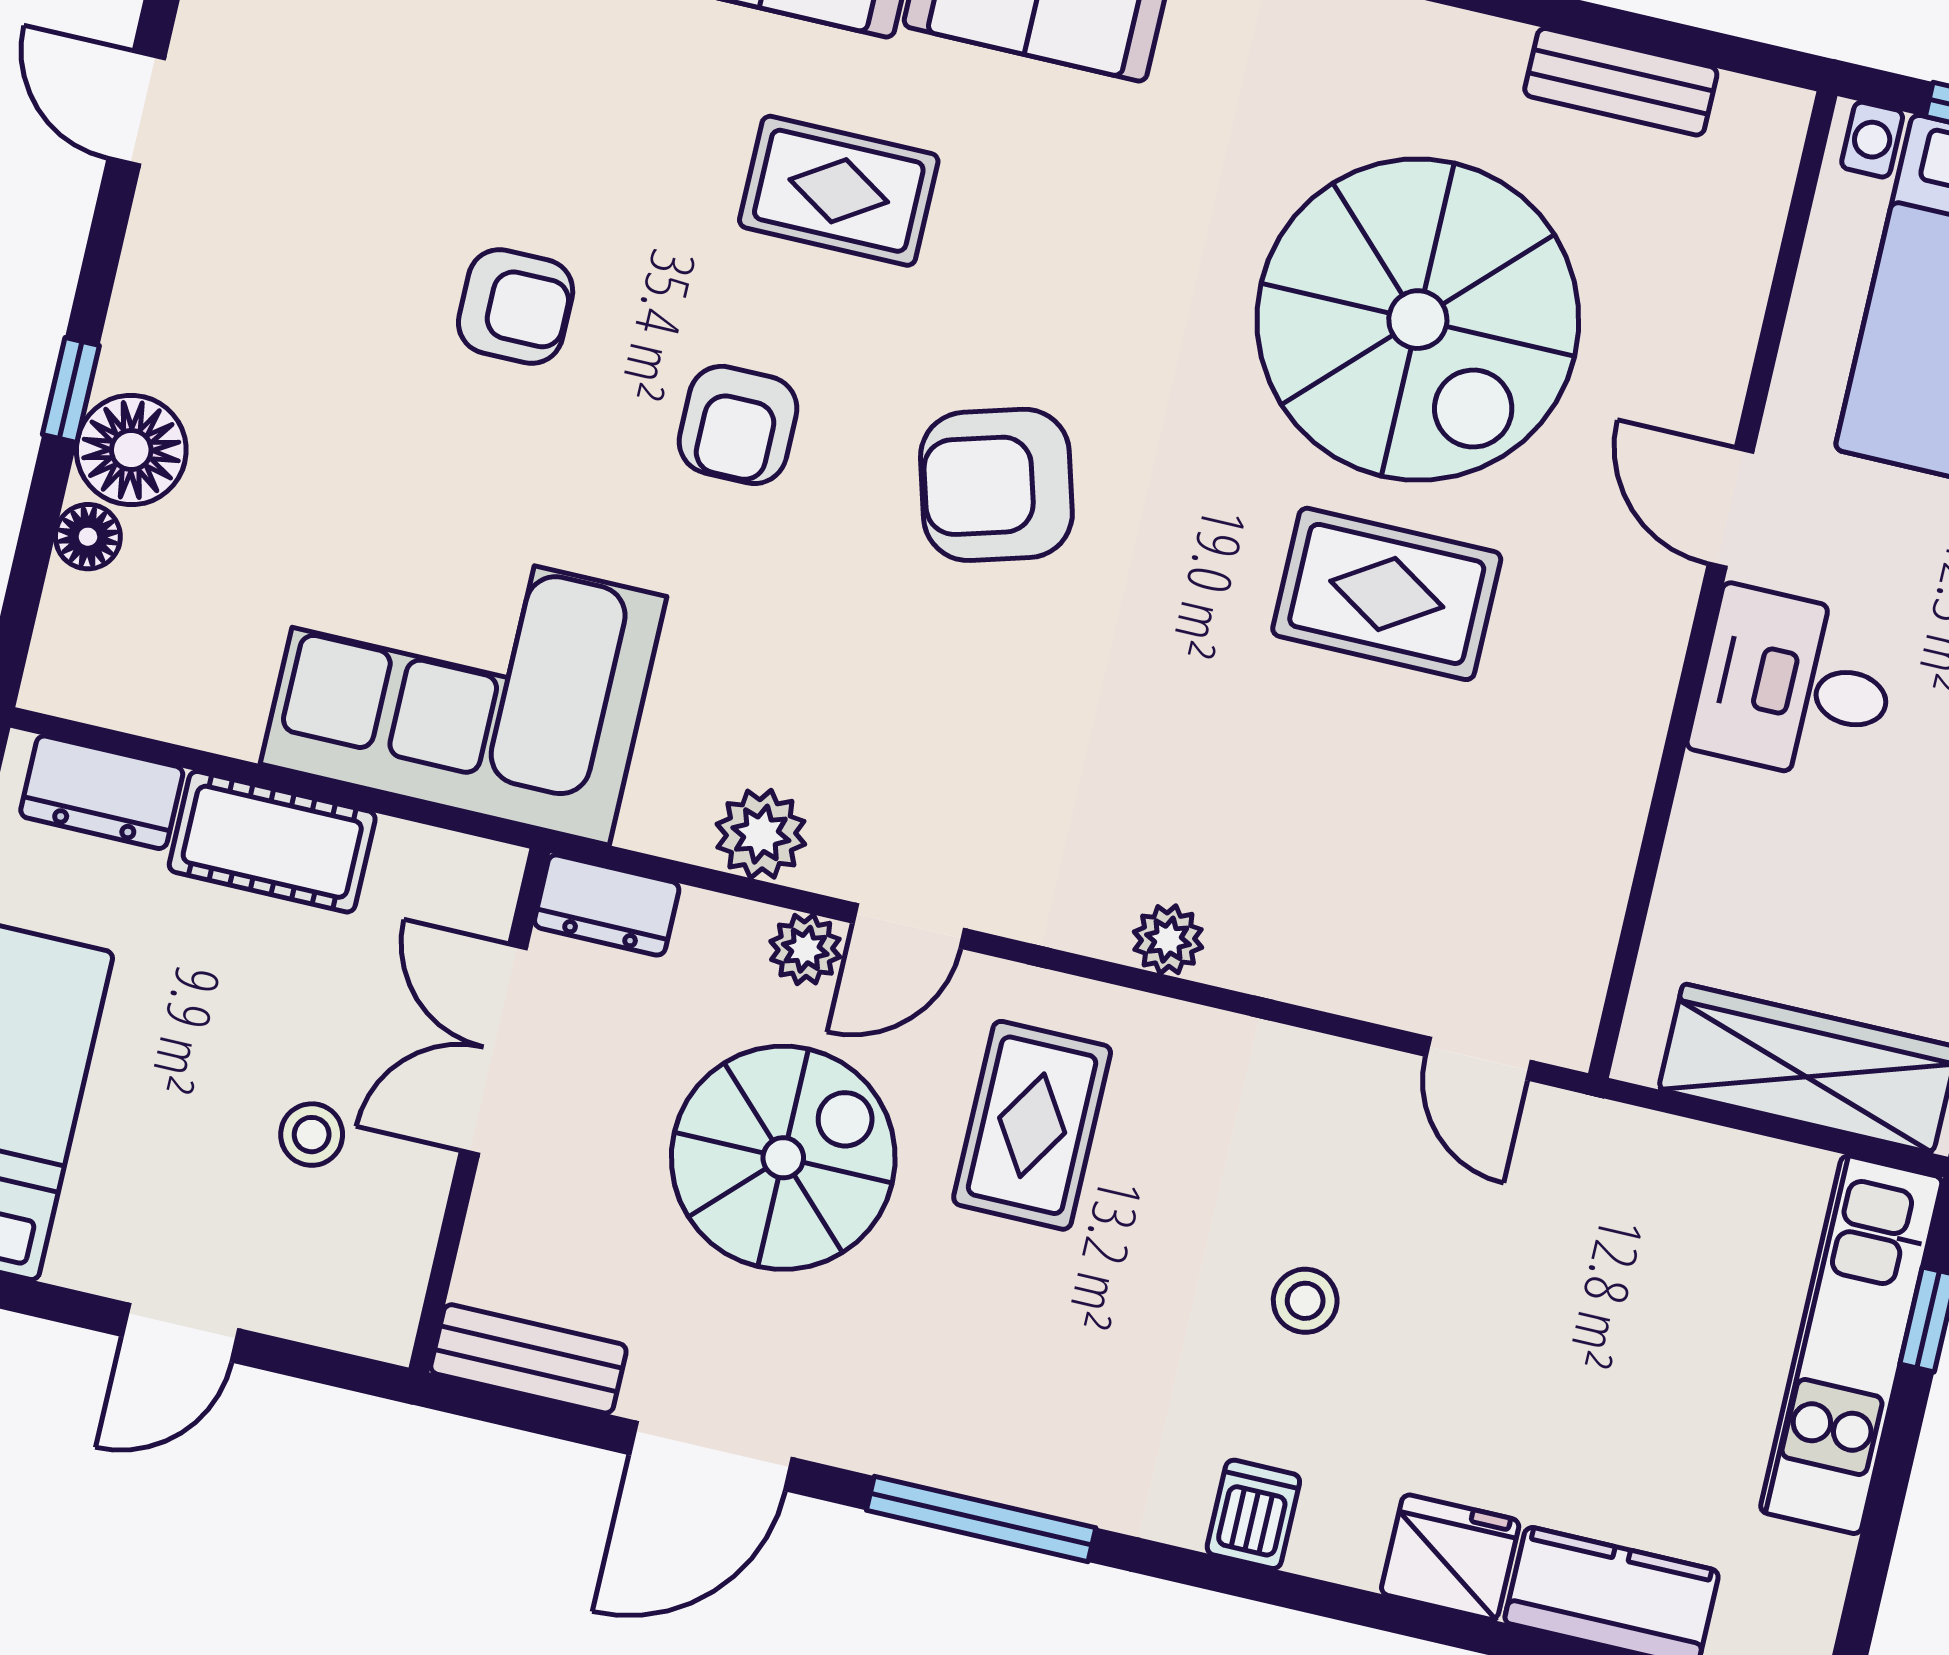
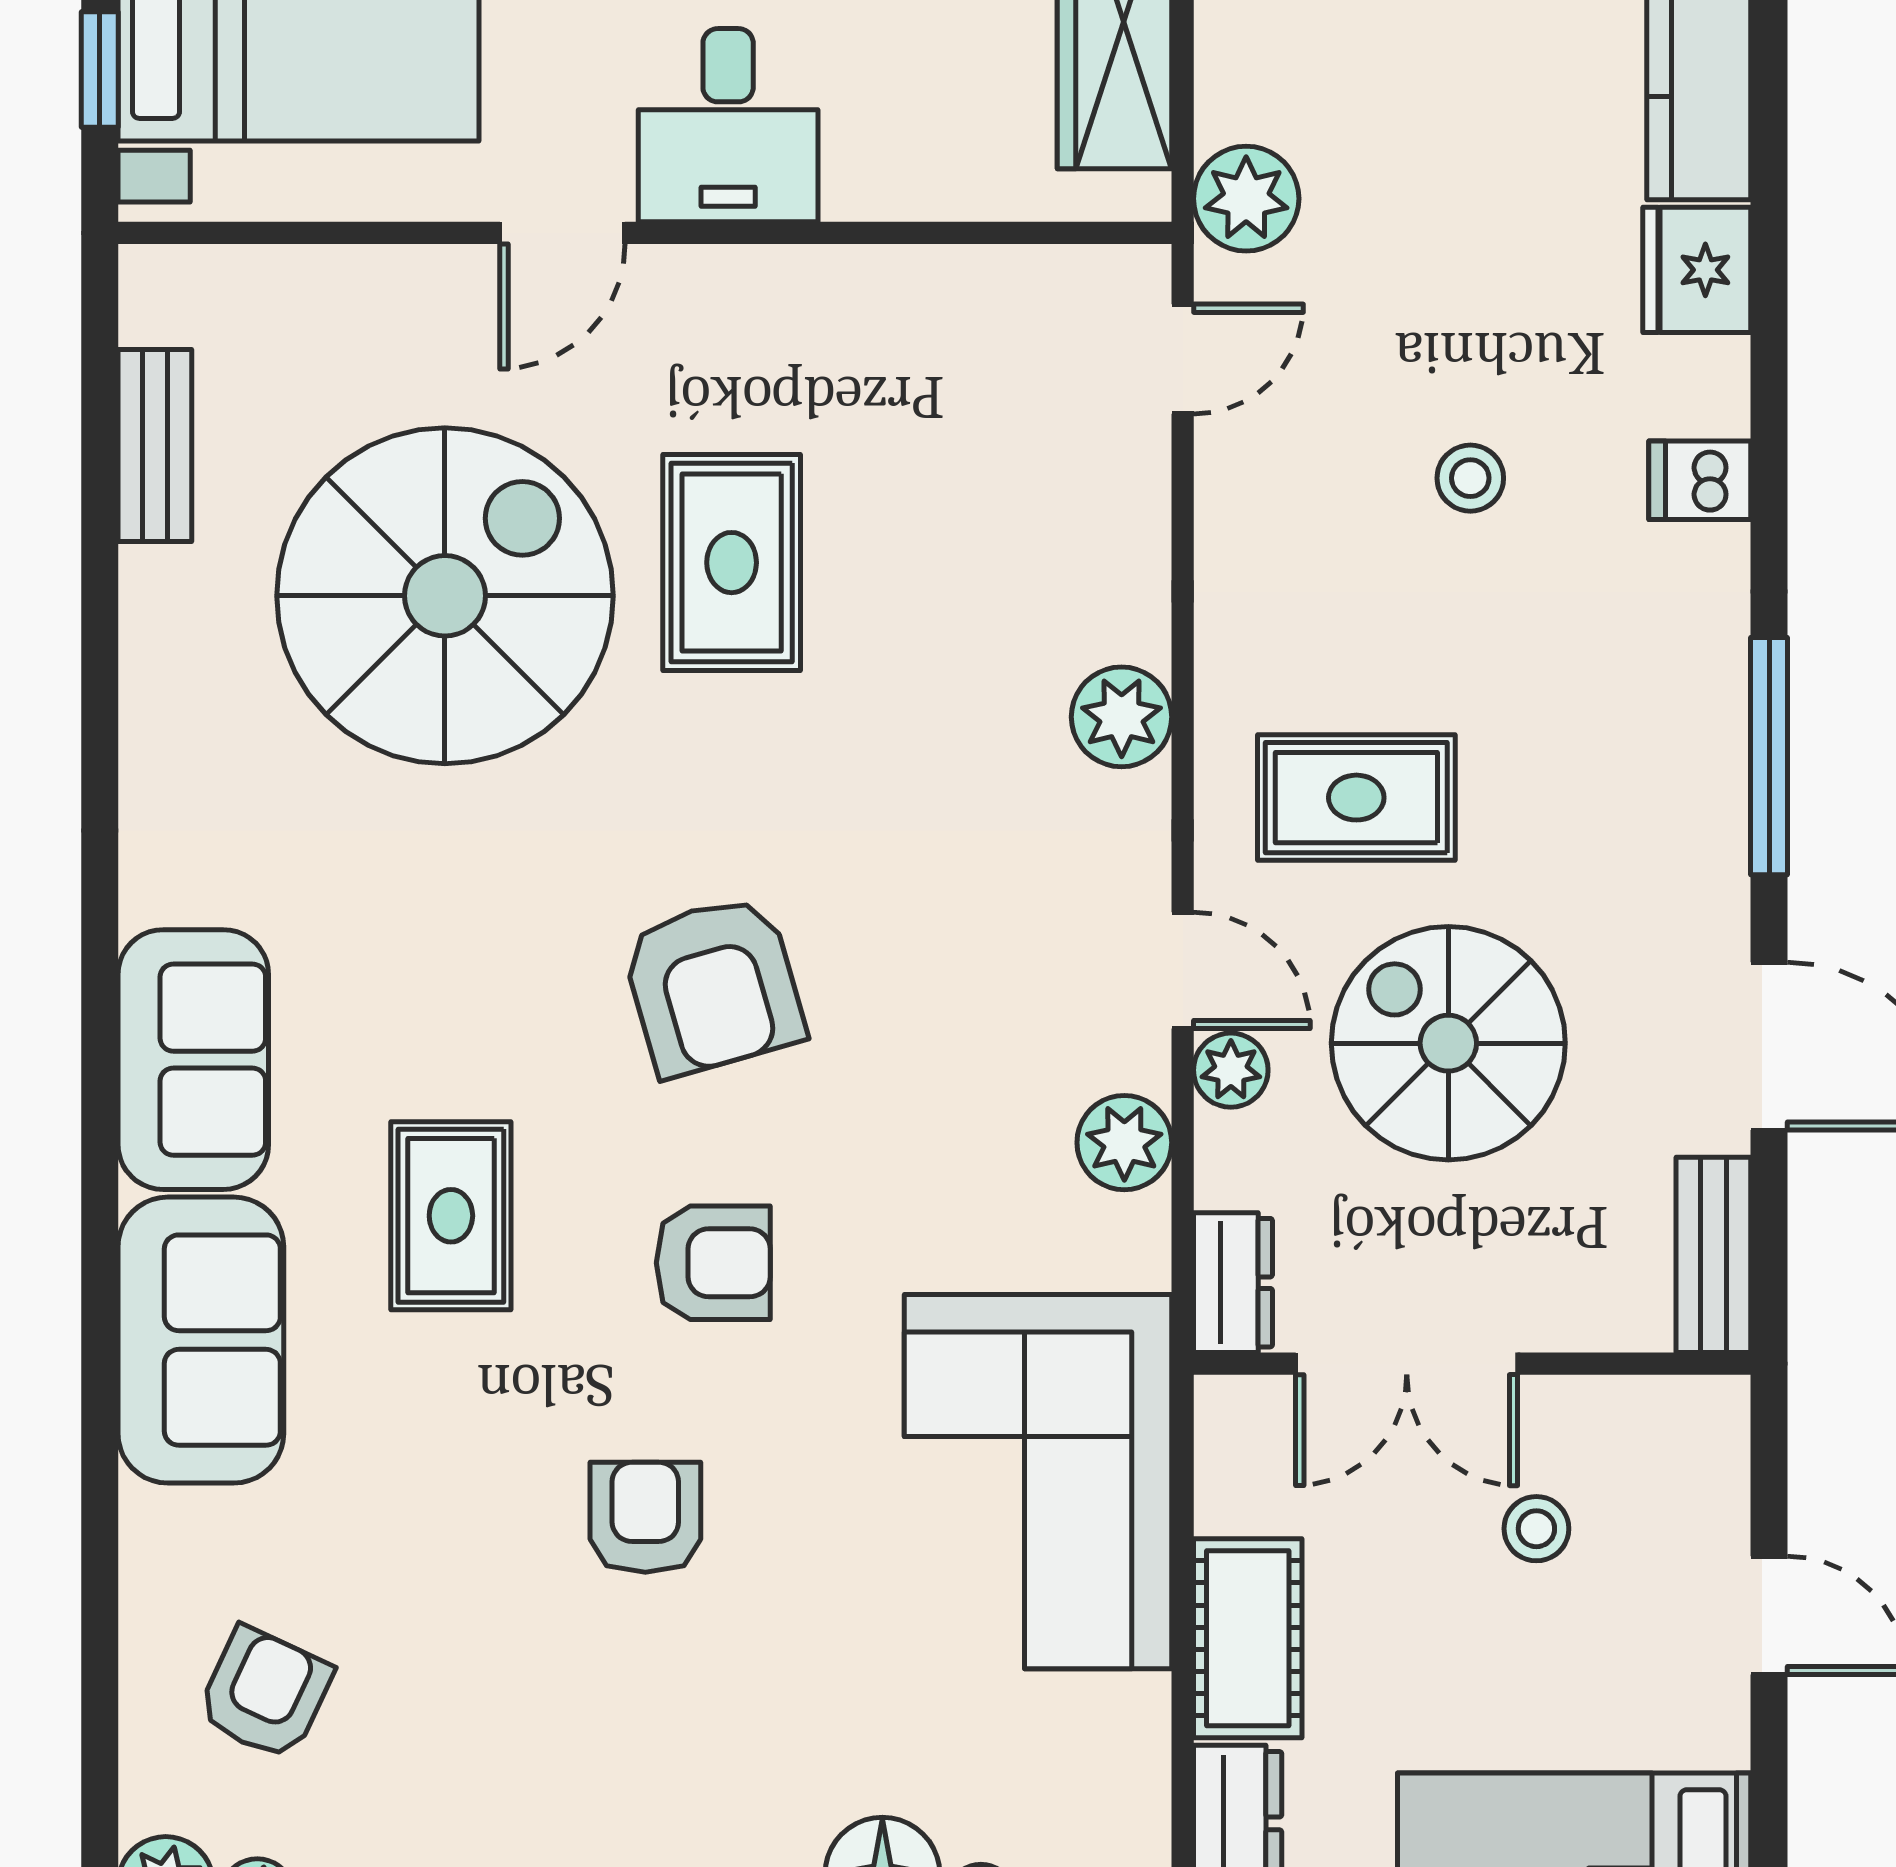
plant: (1168, 940) -> (1122, 717), width x1.38, depth x1.38
plant: (1614, 1153) -> (1246, 199), added

